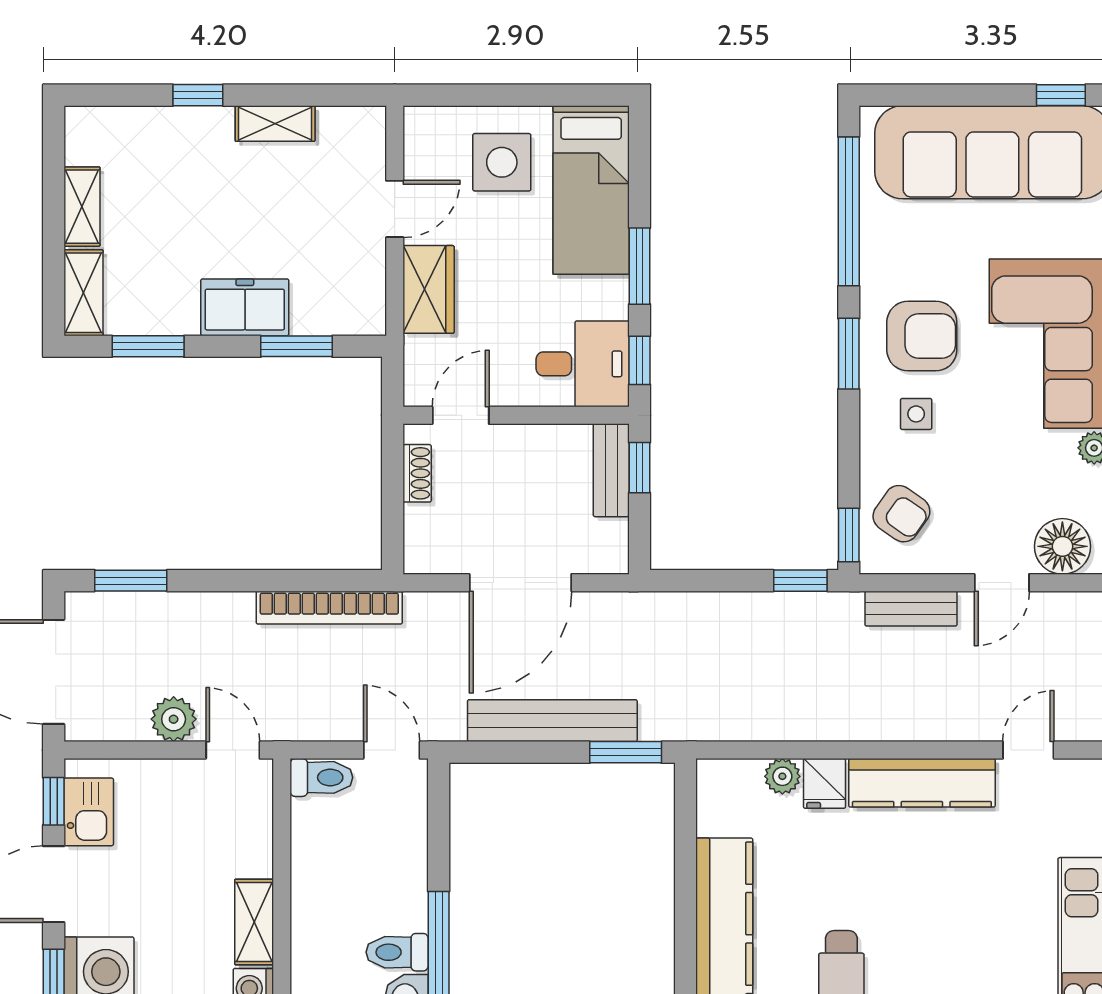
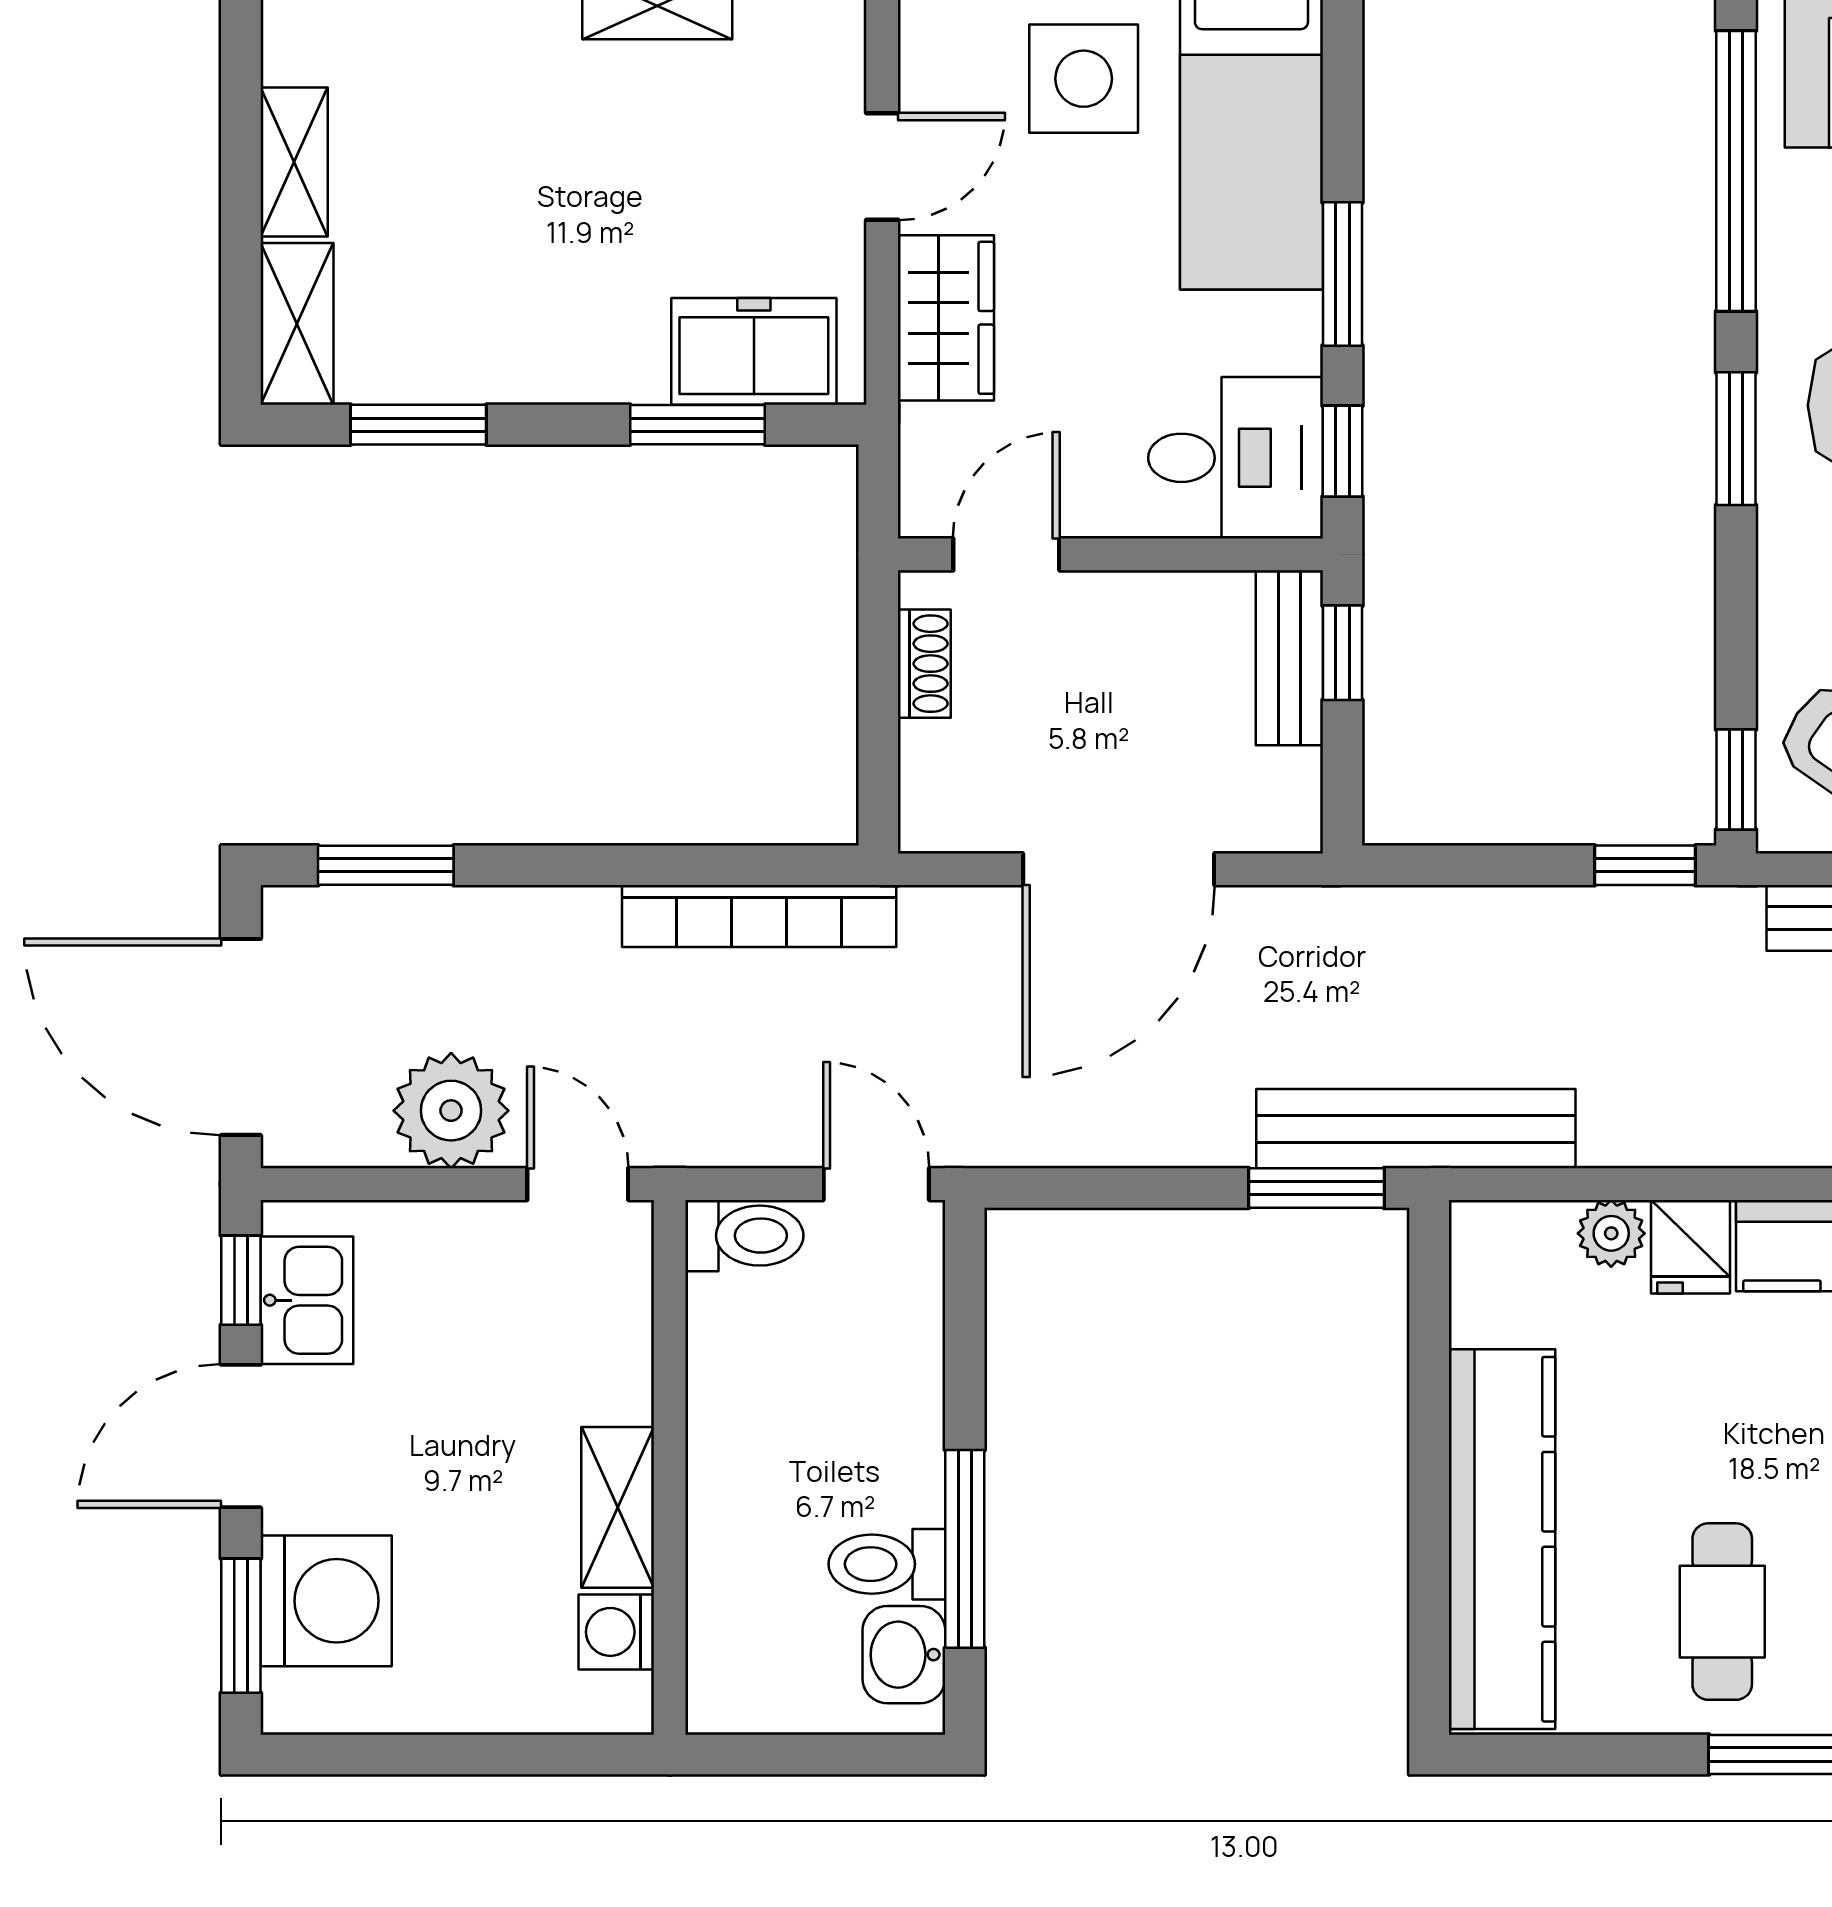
freezer: (245, 307) -> (754, 351), moved
plant: (174, 719) -> (451, 1111), width x1.36, depth x1.36
bench: (552, 721) -> (1416, 1129), moved

